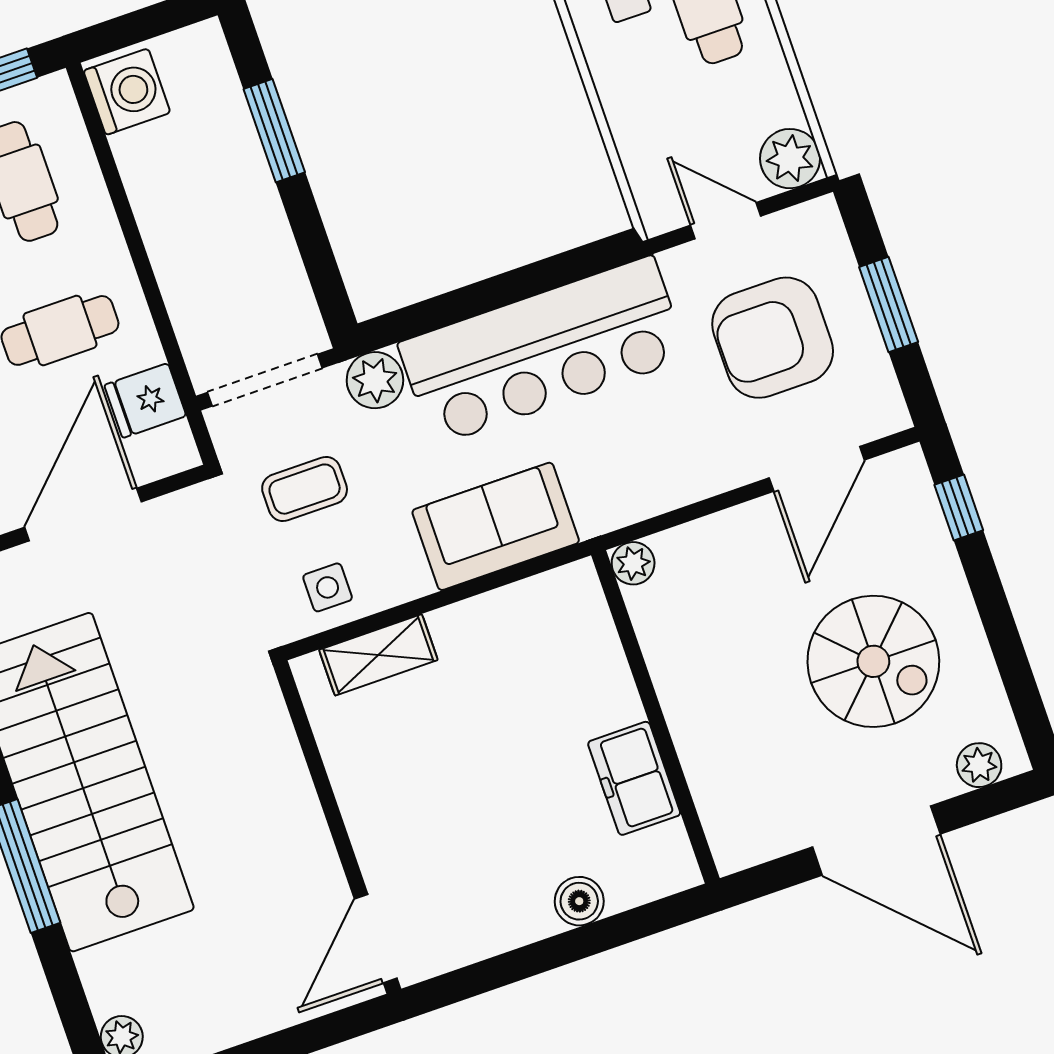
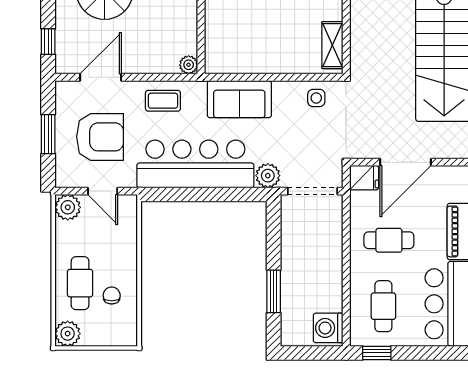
fridge: (145, 401) -> (364, 178), moved
coffee table: (305, 489) -> (163, 101), moved
shelving: (378, 655) -> (332, 45), moved, turned 90

